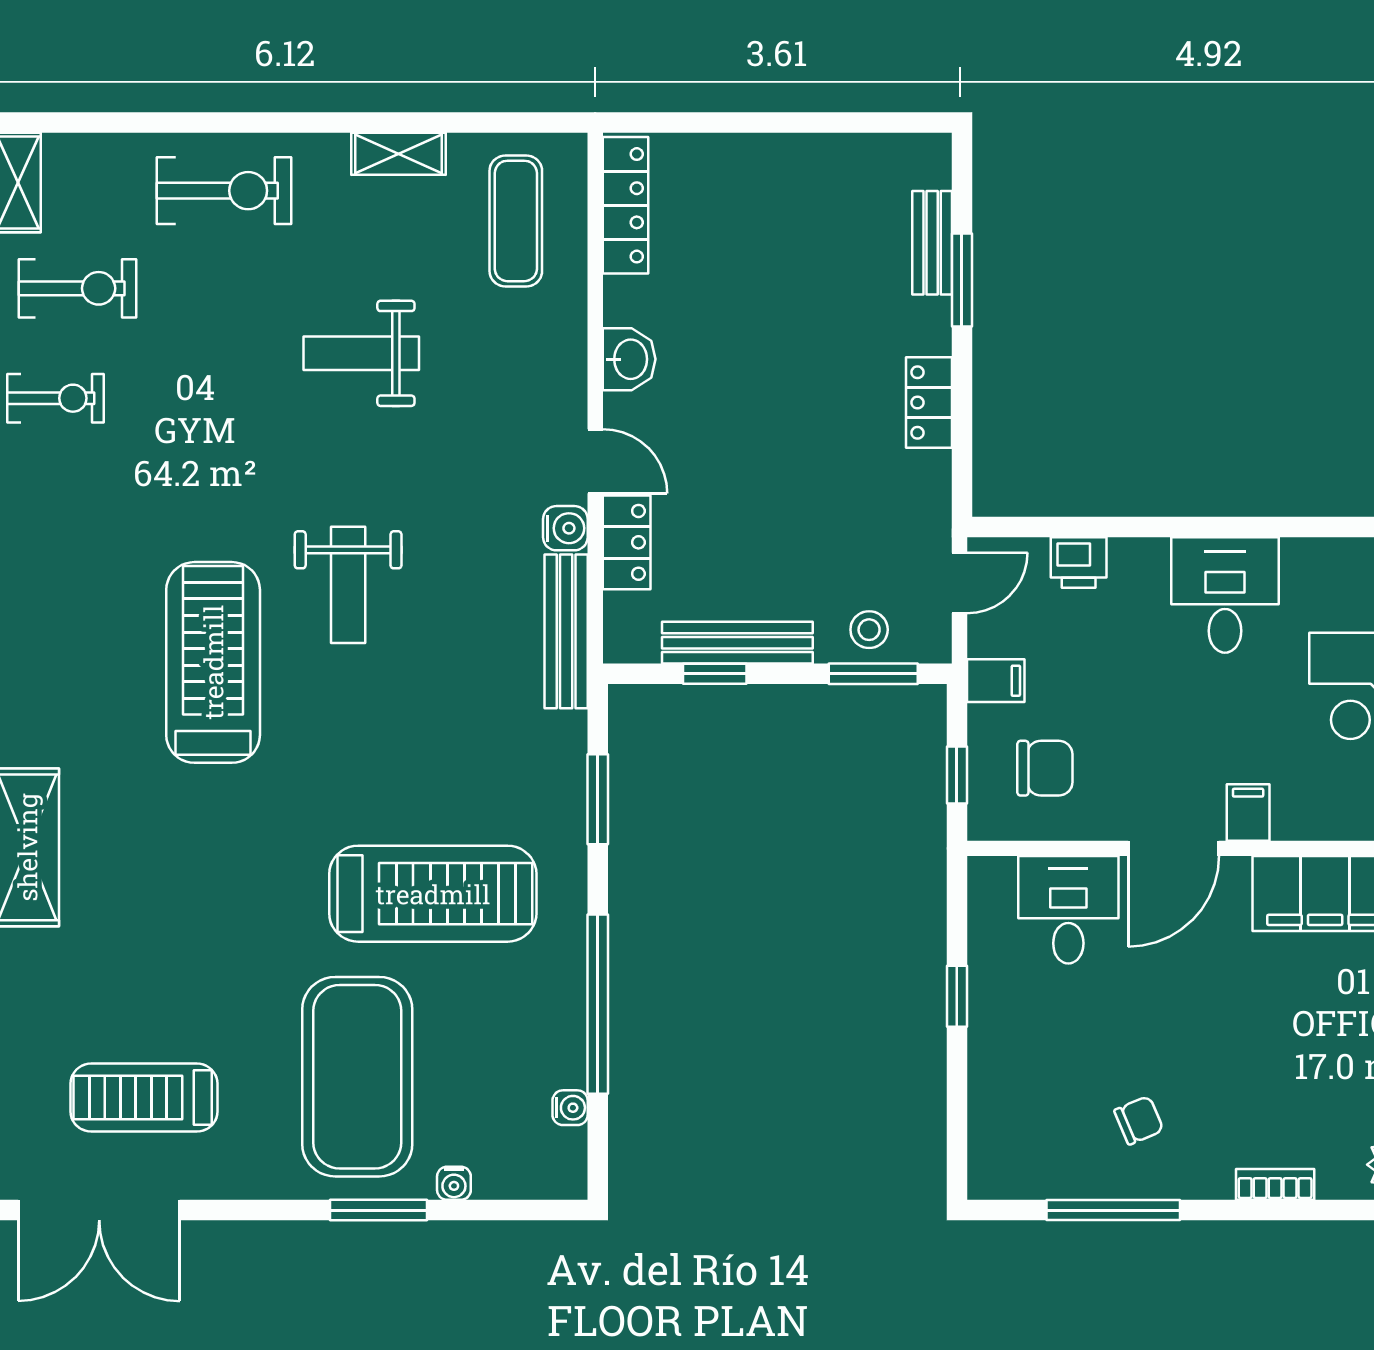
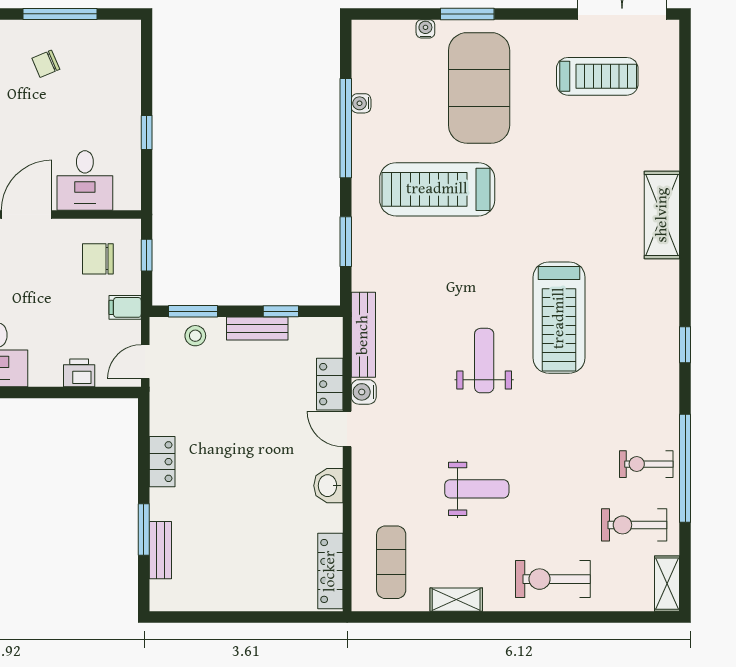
bench: (737, 643) -> (257, 329), width x0.73
water cooler: (570, 1108) -> (361, 103), moved

